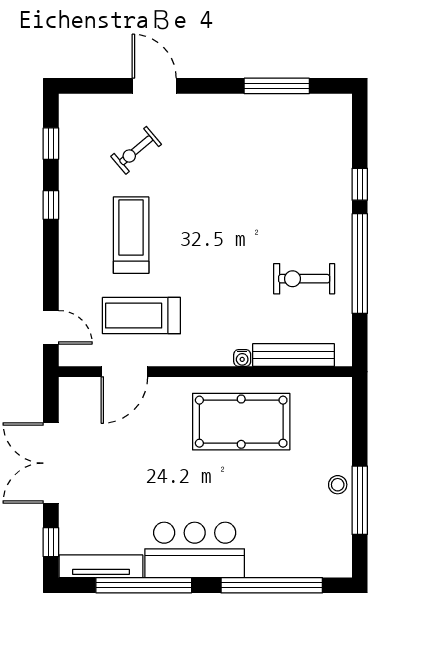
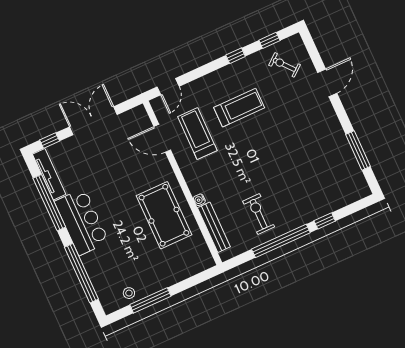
exercise bike: (136, 150) -> (285, 65), moved
stool: (338, 485) -> (129, 293), moved

